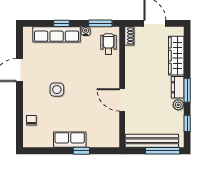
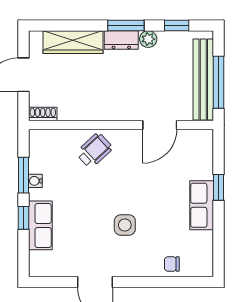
window: (100, 23) -> (23, 175), moved
row of seats: (57, 34) -> (40, 225), width x0.68
wheelchair: (108, 44) -> (94, 150), moved, turned 137
door: (122, 100) -> (160, 125), moved
window: (163, 151) -> (218, 82), moved

